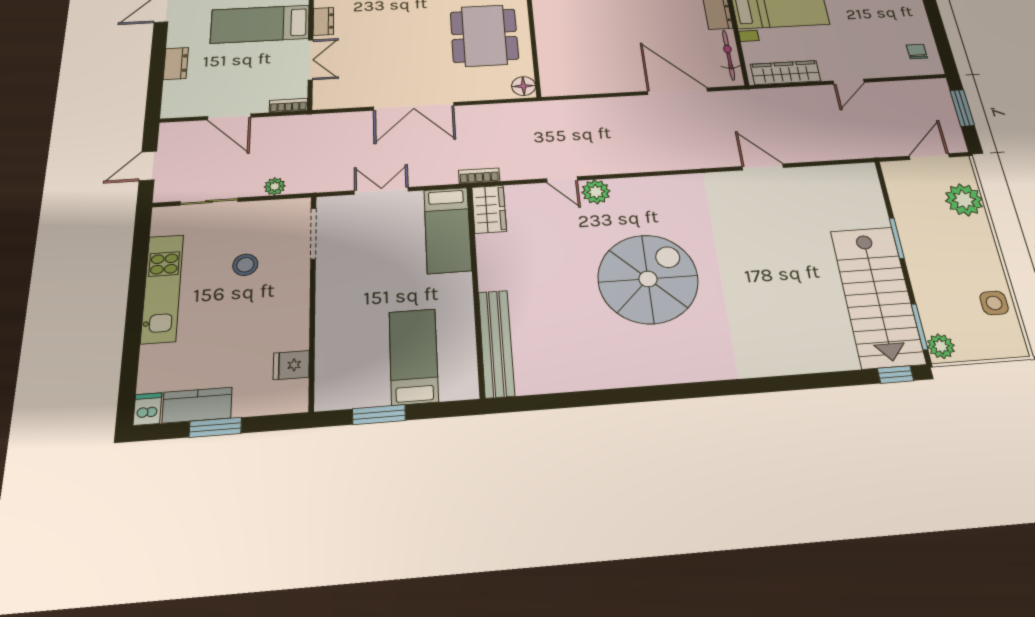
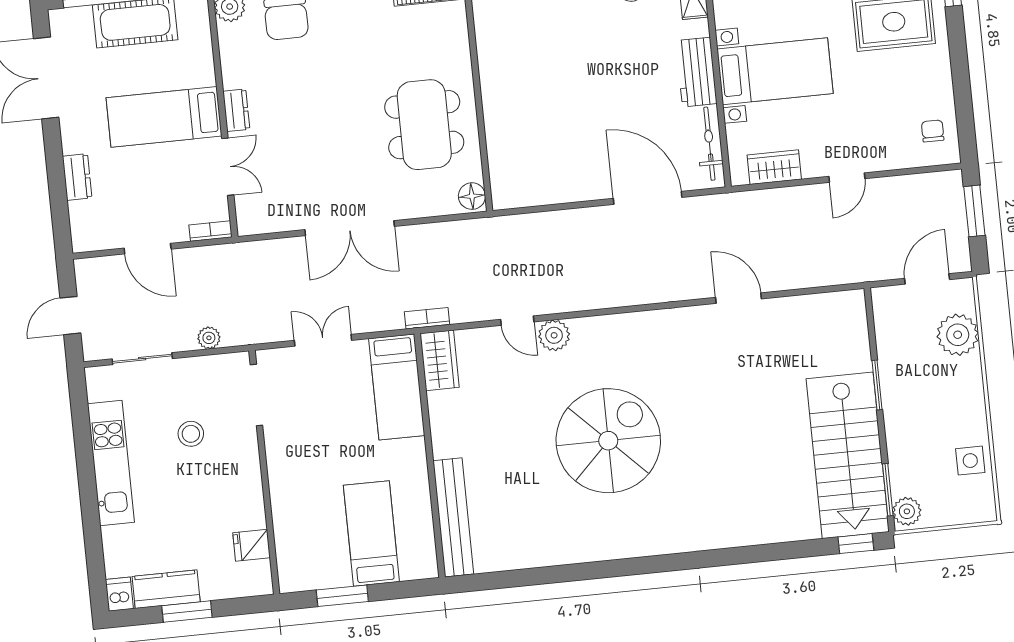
wardrobe: (786, 73) -> (774, 167), width x0.67

